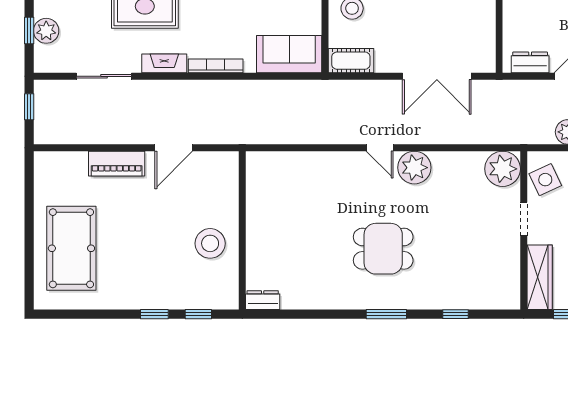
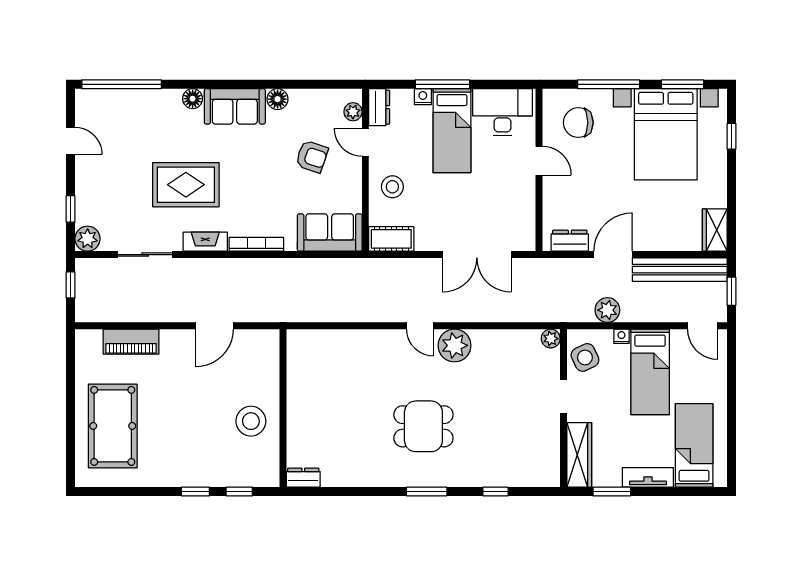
plant: (46, 31) -> (88, 239), moved
piano: (117, 164) -> (131, 342), moved
plant: (503, 169) -> (551, 339), width x0.53, depth x0.53

